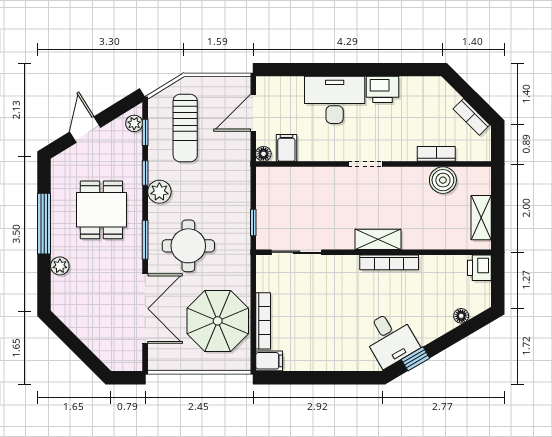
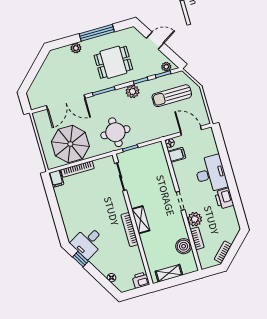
plant: (403, 149) -> (195, 219), added
round table: (188, 246) -> (115, 132), moved

